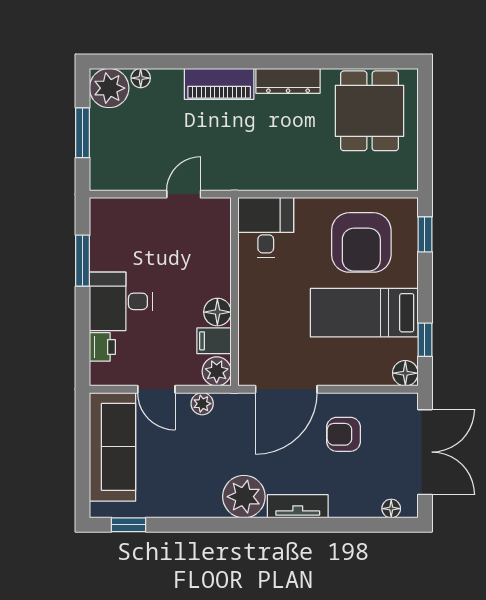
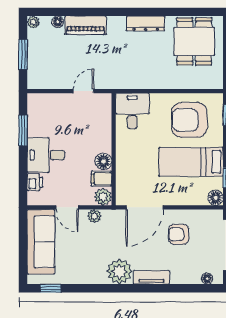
piano: (219, 84) -> (85, 25), moved
plant: (109, 88) -> (33, 22), width x0.53, depth x0.53
armchair: (361, 242) -> (189, 120), turned 90

